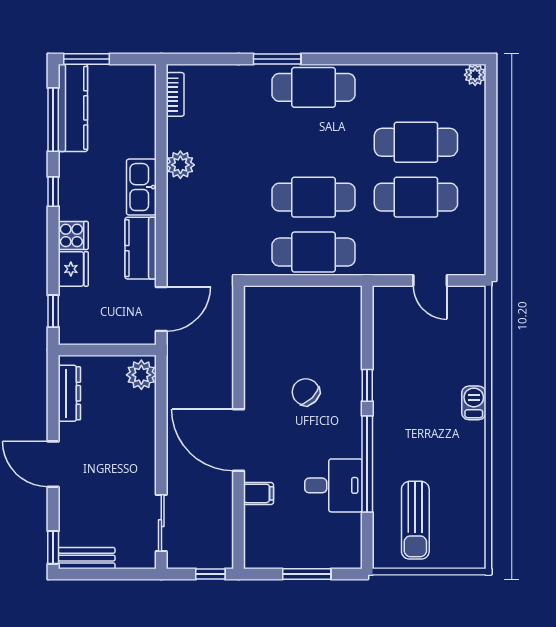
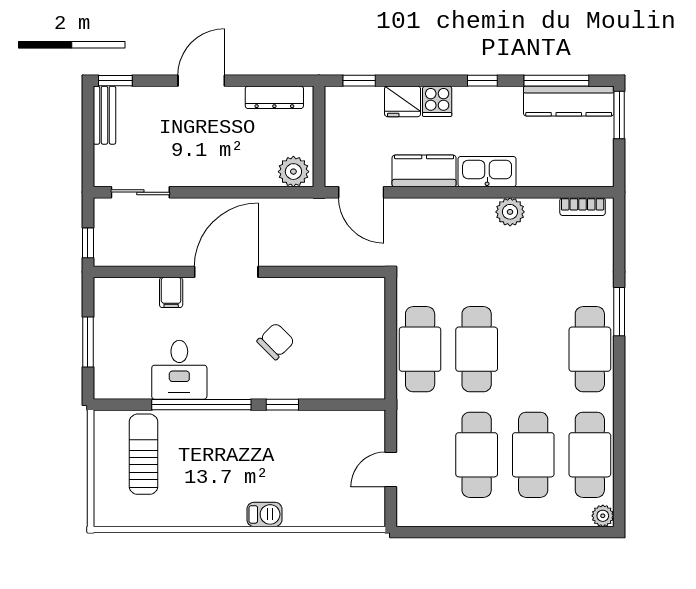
cafe table: (416, 87) -> (590, 455), added
sun lounger: (415, 520) -> (143, 454), turned 90

